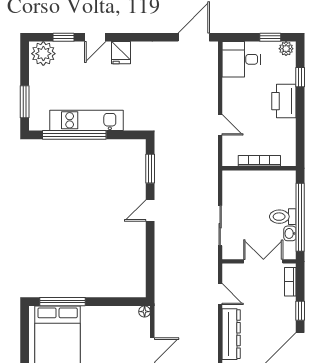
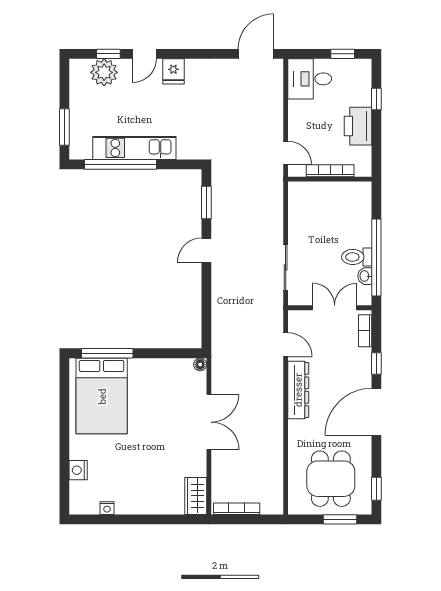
plant: (286, 49) -> (360, 67), removed
plant: (43, 54) -> (104, 72), moved
bookcase: (259, 161) -> (330, 171), moved
wall: (259, 168) -> (330, 179), moved

